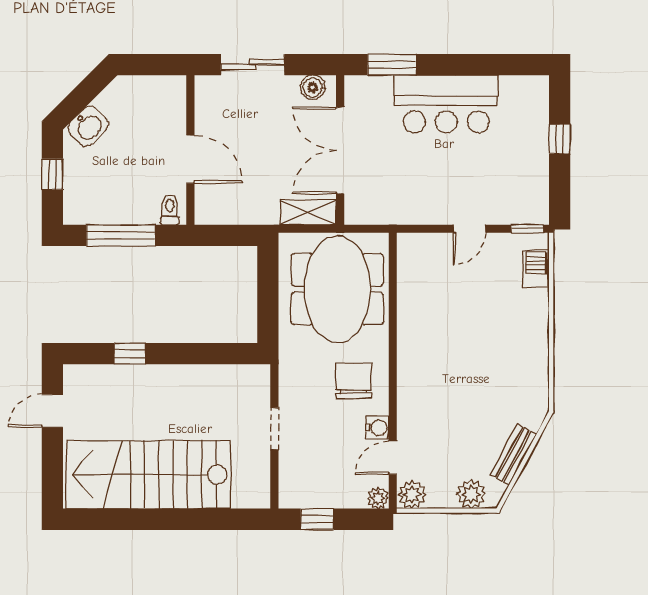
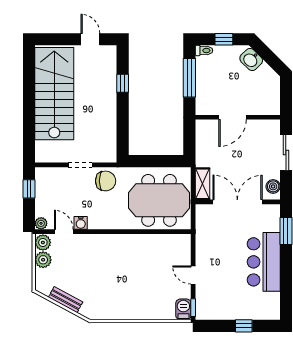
toilet: (170, 210) -> (204, 50), moved
barbecue: (536, 268) -> (183, 309), moved, turned -90
chair: (354, 381) -> (106, 181), moved
plant: (471, 494) -> (43, 260), moved

